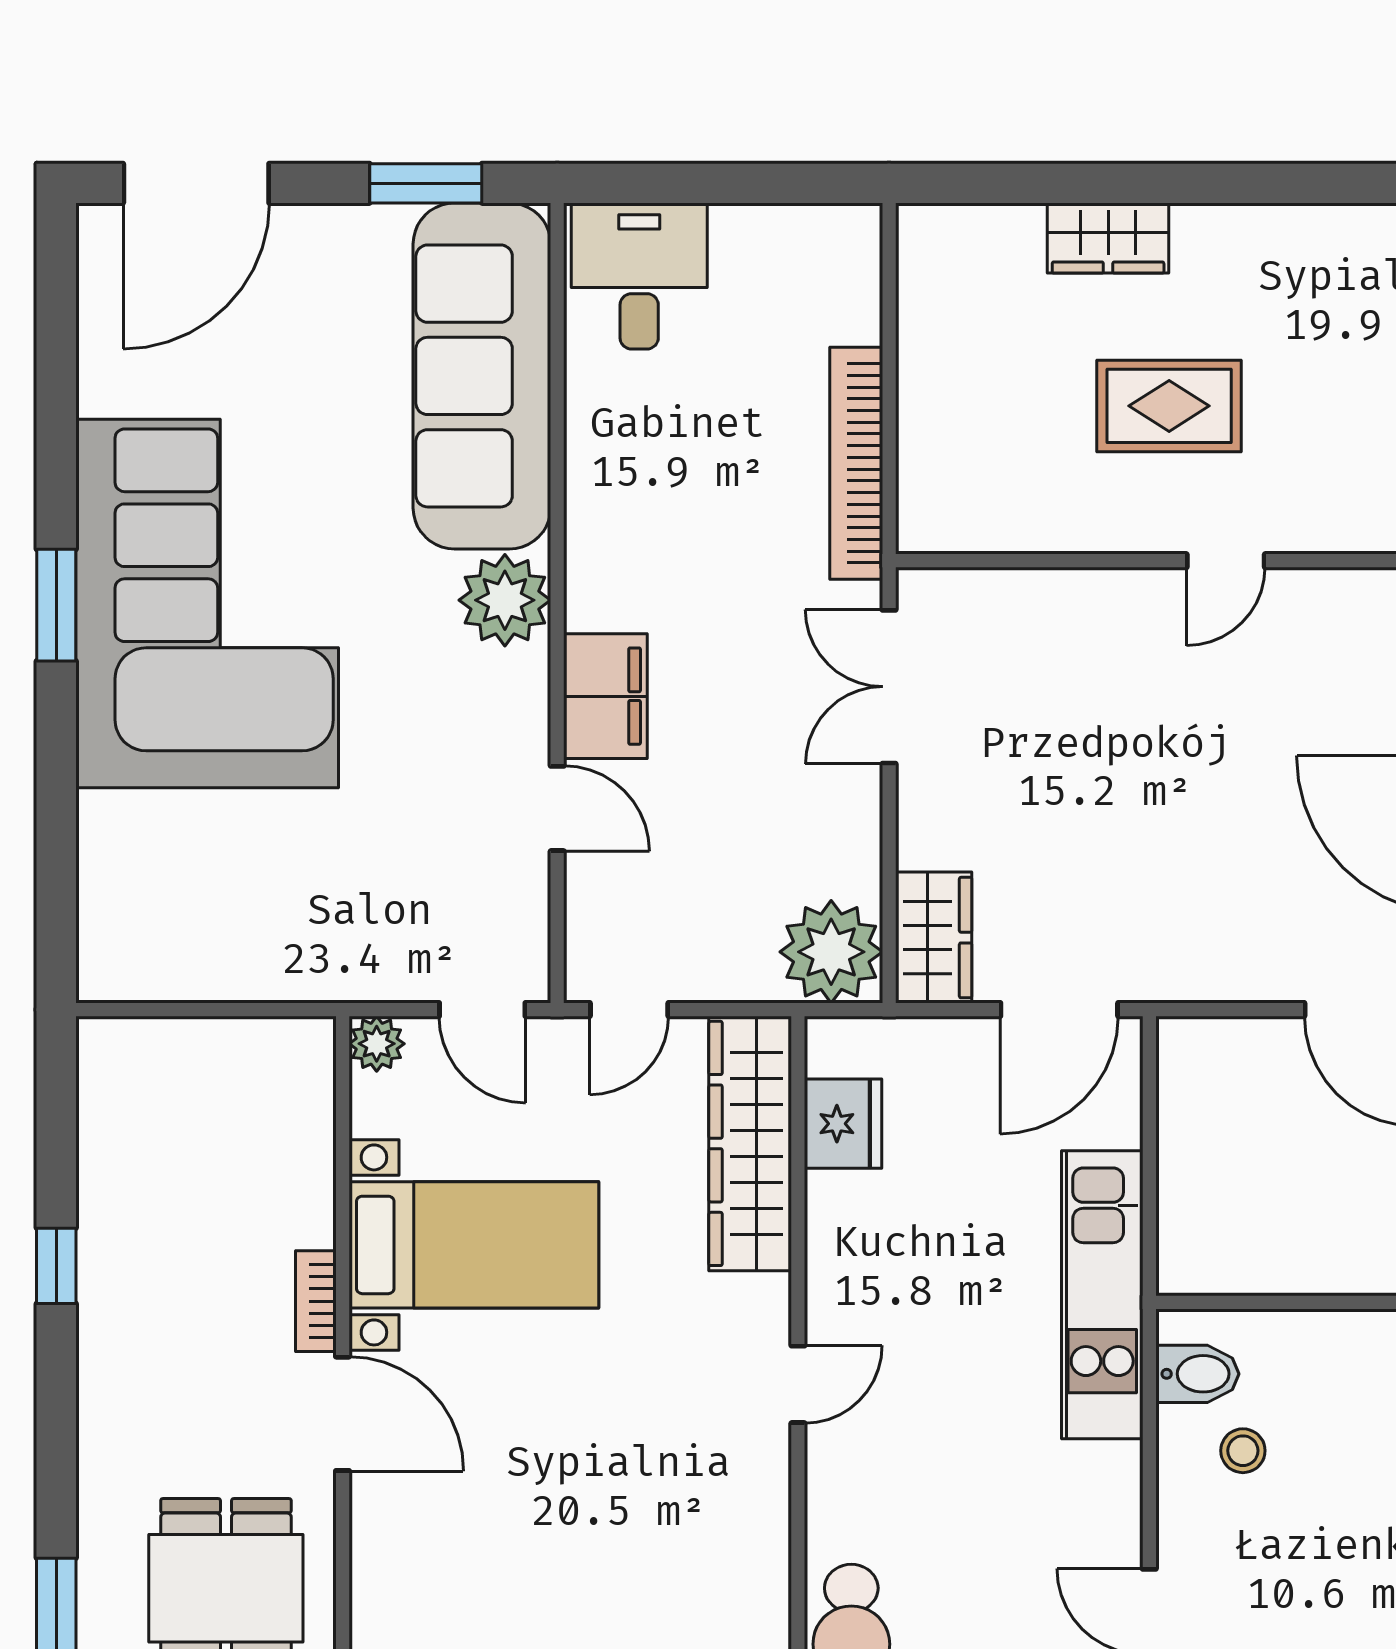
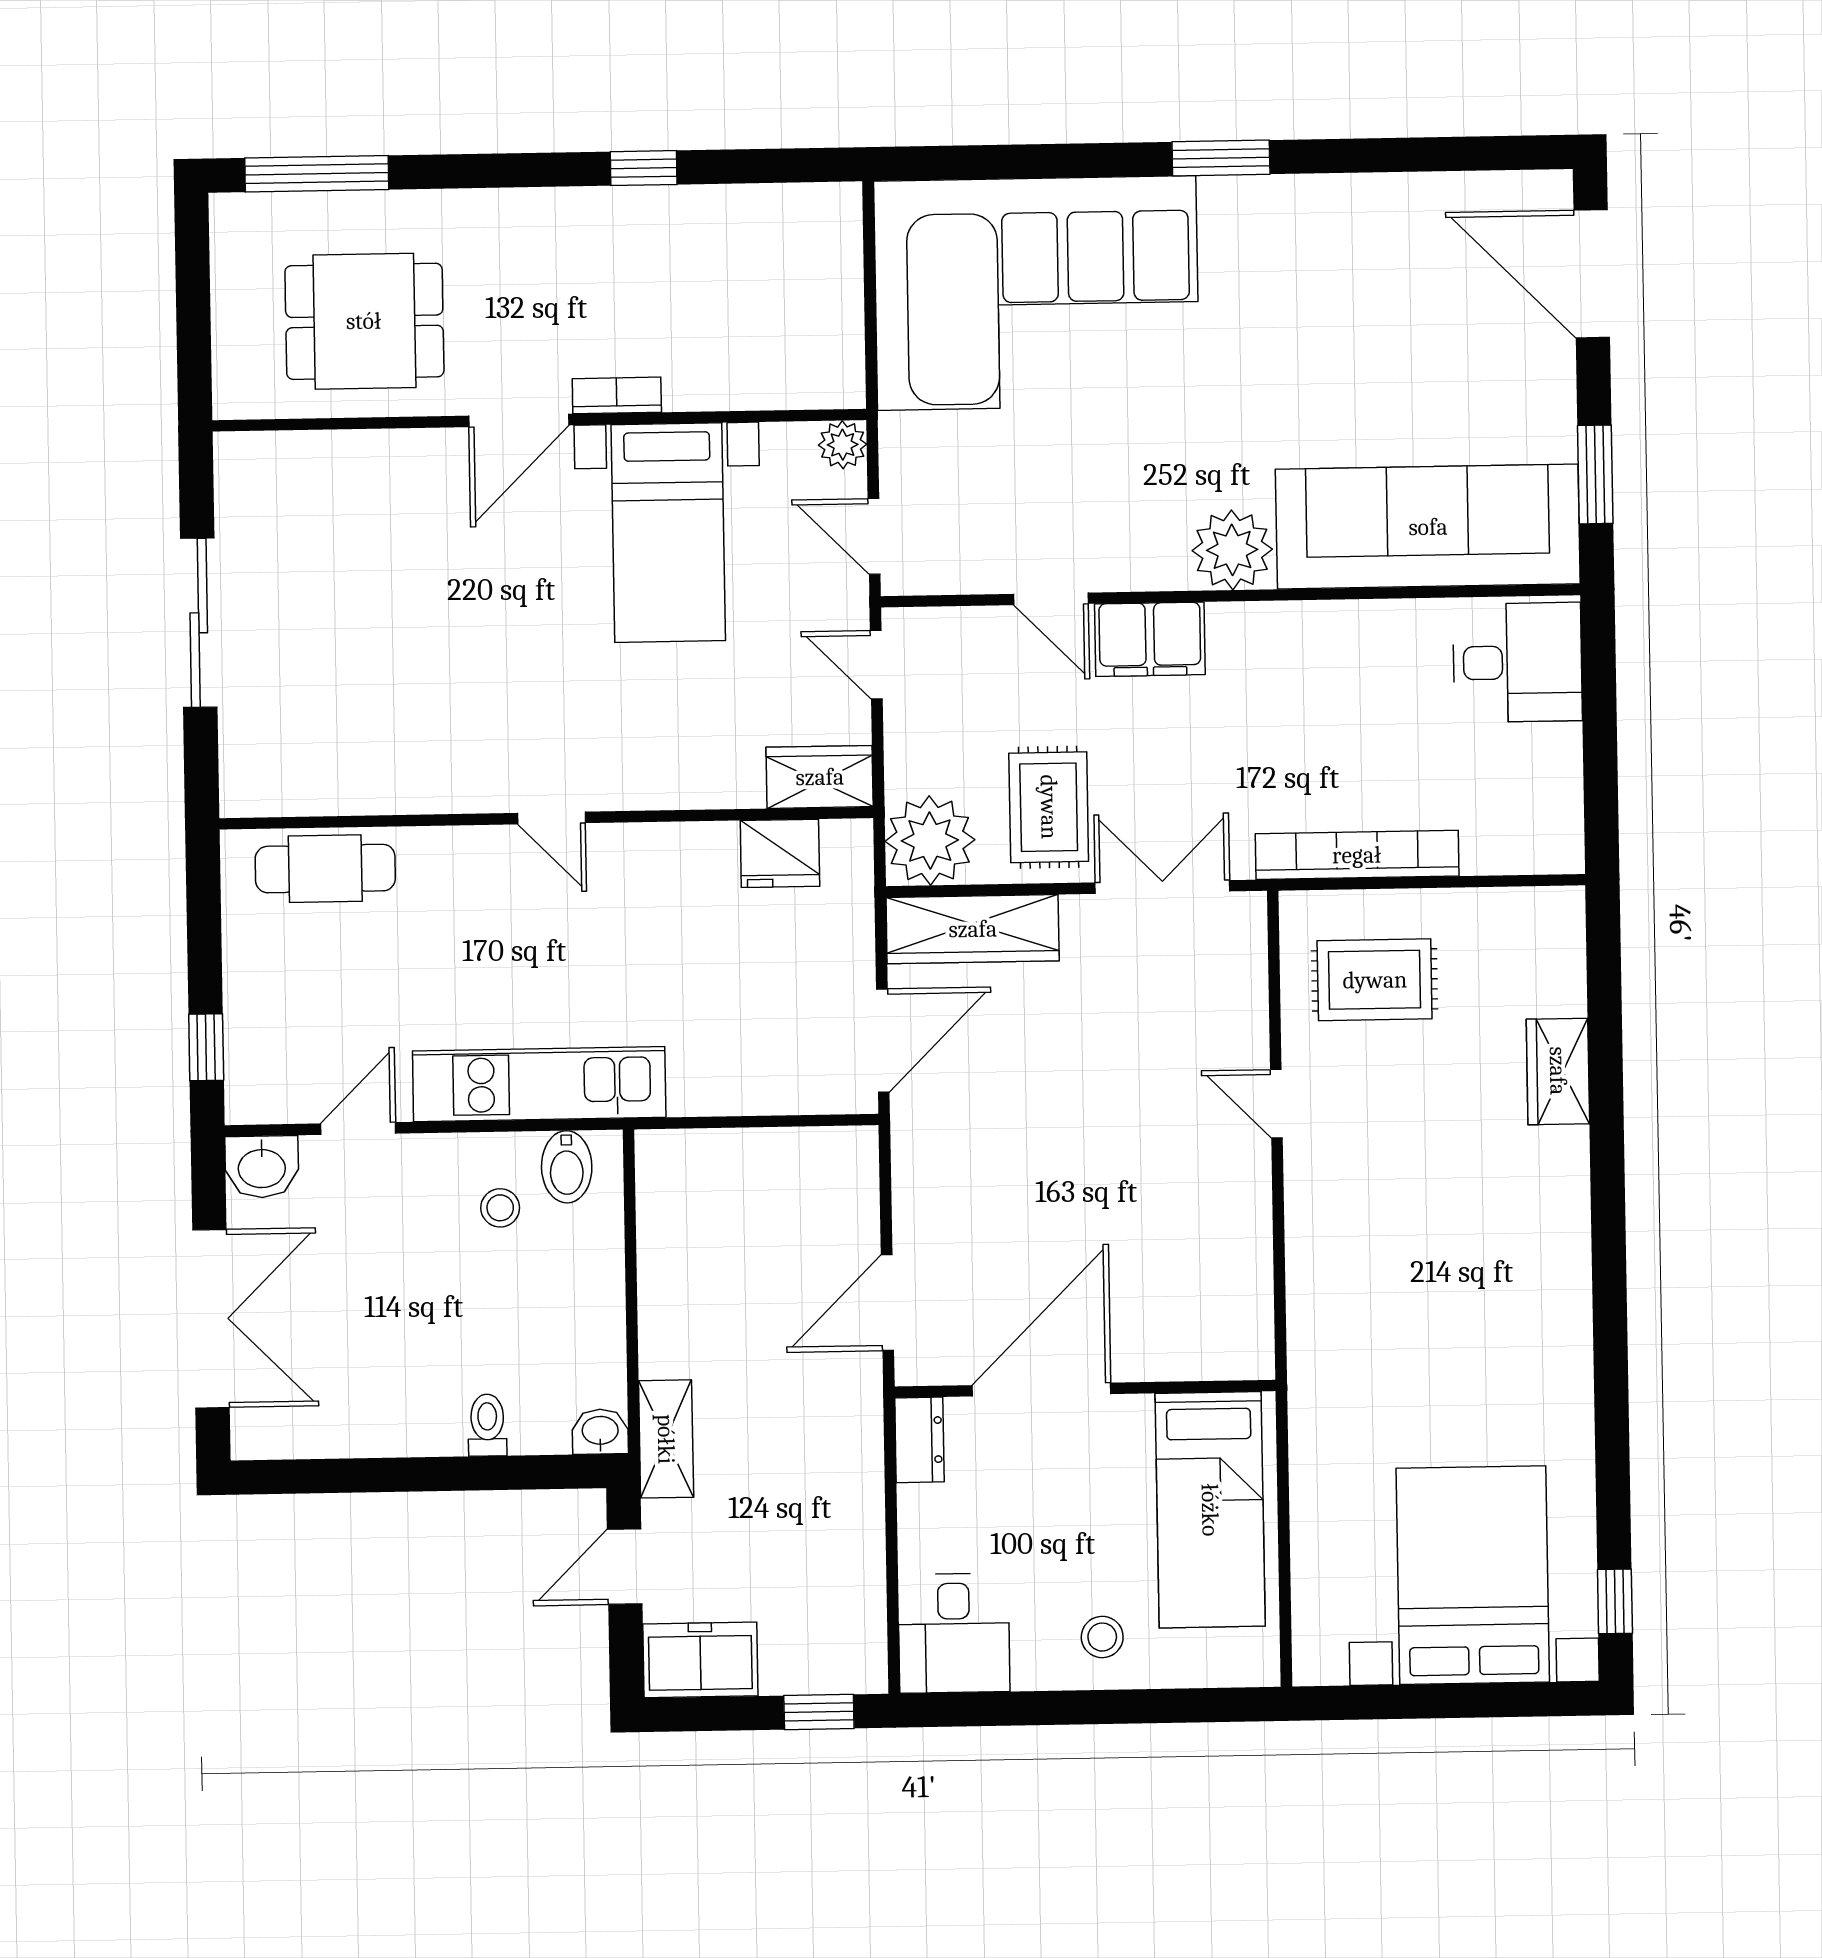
rug: (1169, 406) -> (1375, 980), moved, turned 90
door: (1226, 561) -> (1276, 1104), moved
corner sofa: (207, 603) -> (1037, 293), moved
door: (557, 808) -> (1051, 599), hinge flipped
rug: (796, 815) -> (1049, 807), added
wardrobe: (934, 938) -> (973, 929), width x1.50
door: (482, 1010) -> (874, 536), hinge flipped
door: (1059, 1010) -> (883, 1041), swing flipped
wardrobe: (750, 1143) -> (820, 777), width x0.48, depth x0.85
kitchen unit: (1102, 1295) -> (539, 1084), moved

